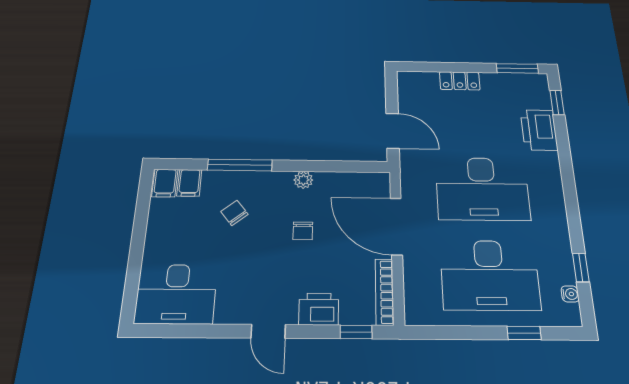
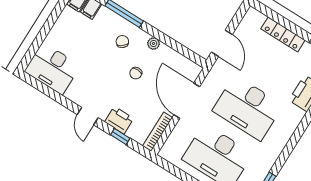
locker: (460, 81) -> (283, 34), width x1.53
chair: (234, 213) -> (122, 42), moved
window: (356, 332) -> (120, 137), moved

